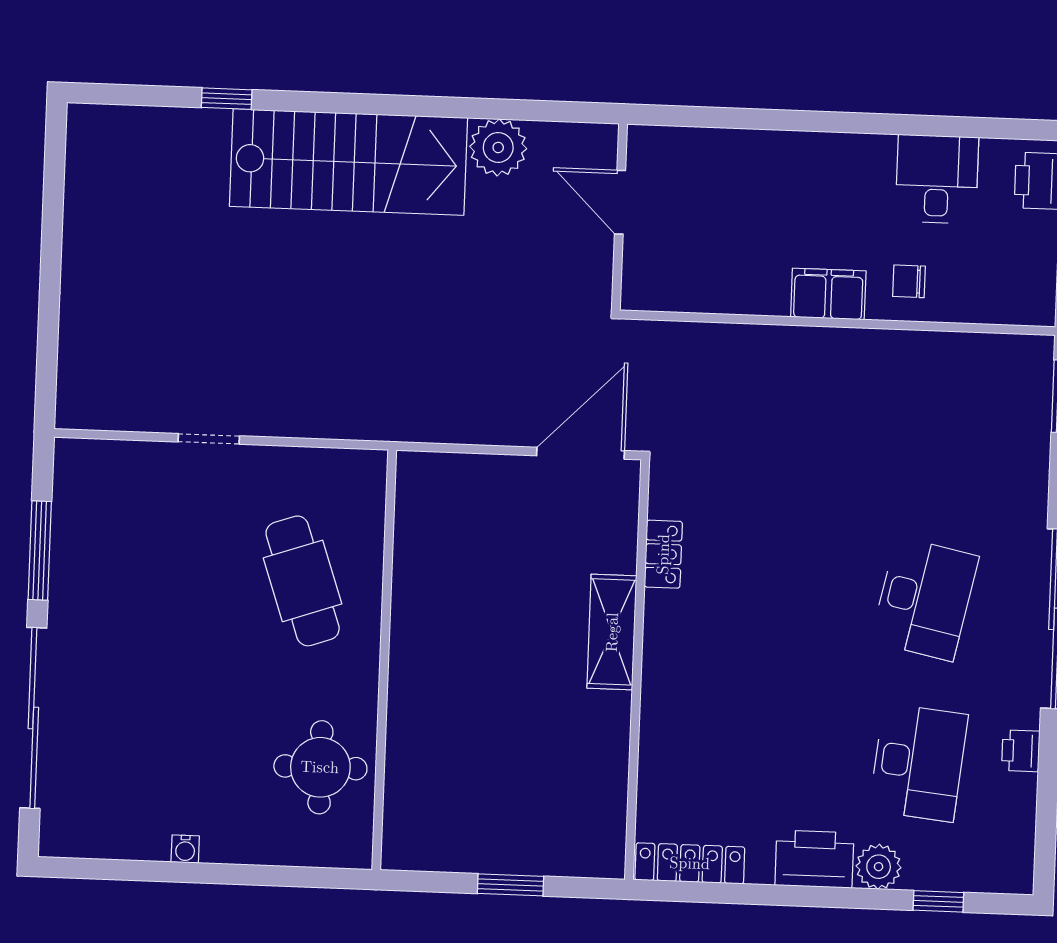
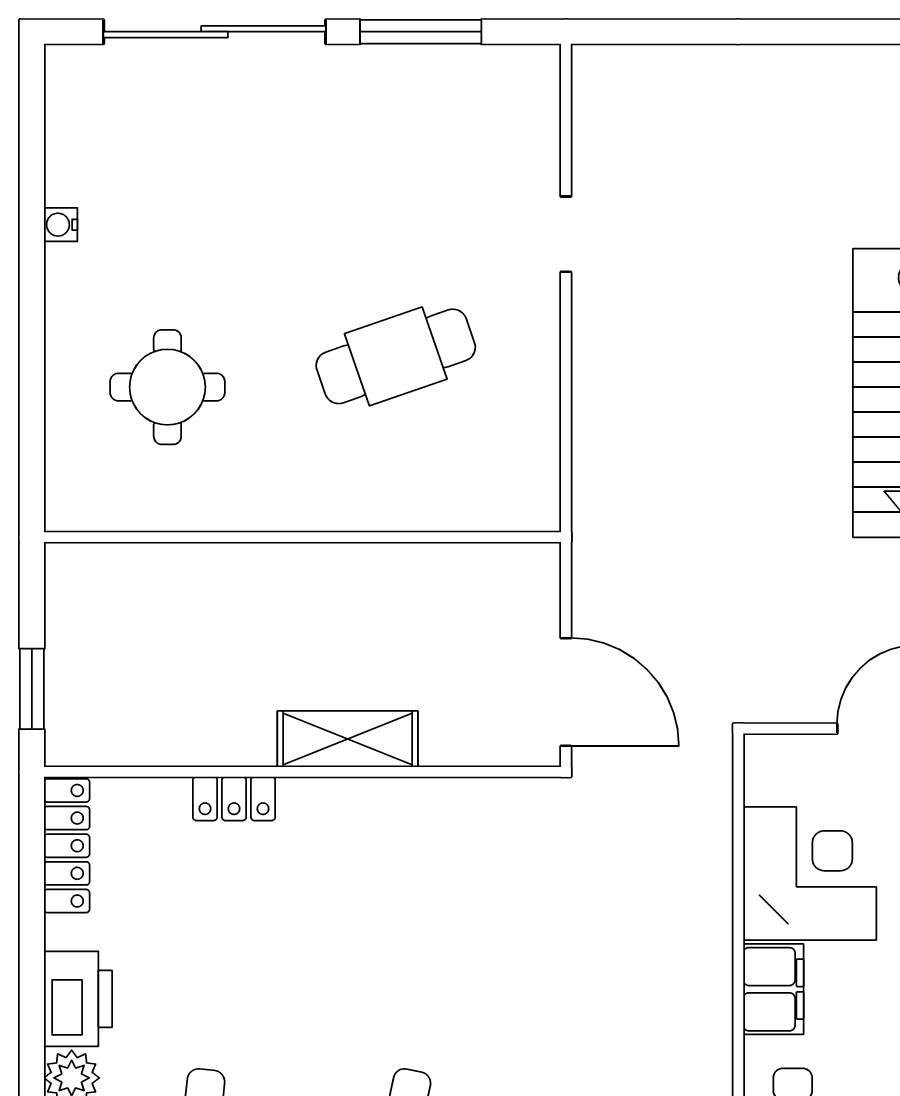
corner desk: (735, 261) -> (810, 873), added
locker: (663, 554) -> (234, 799), moved
wall: (384, 660) -> (302, 537), moved
window: (511, 885) -> (32, 689), moved

